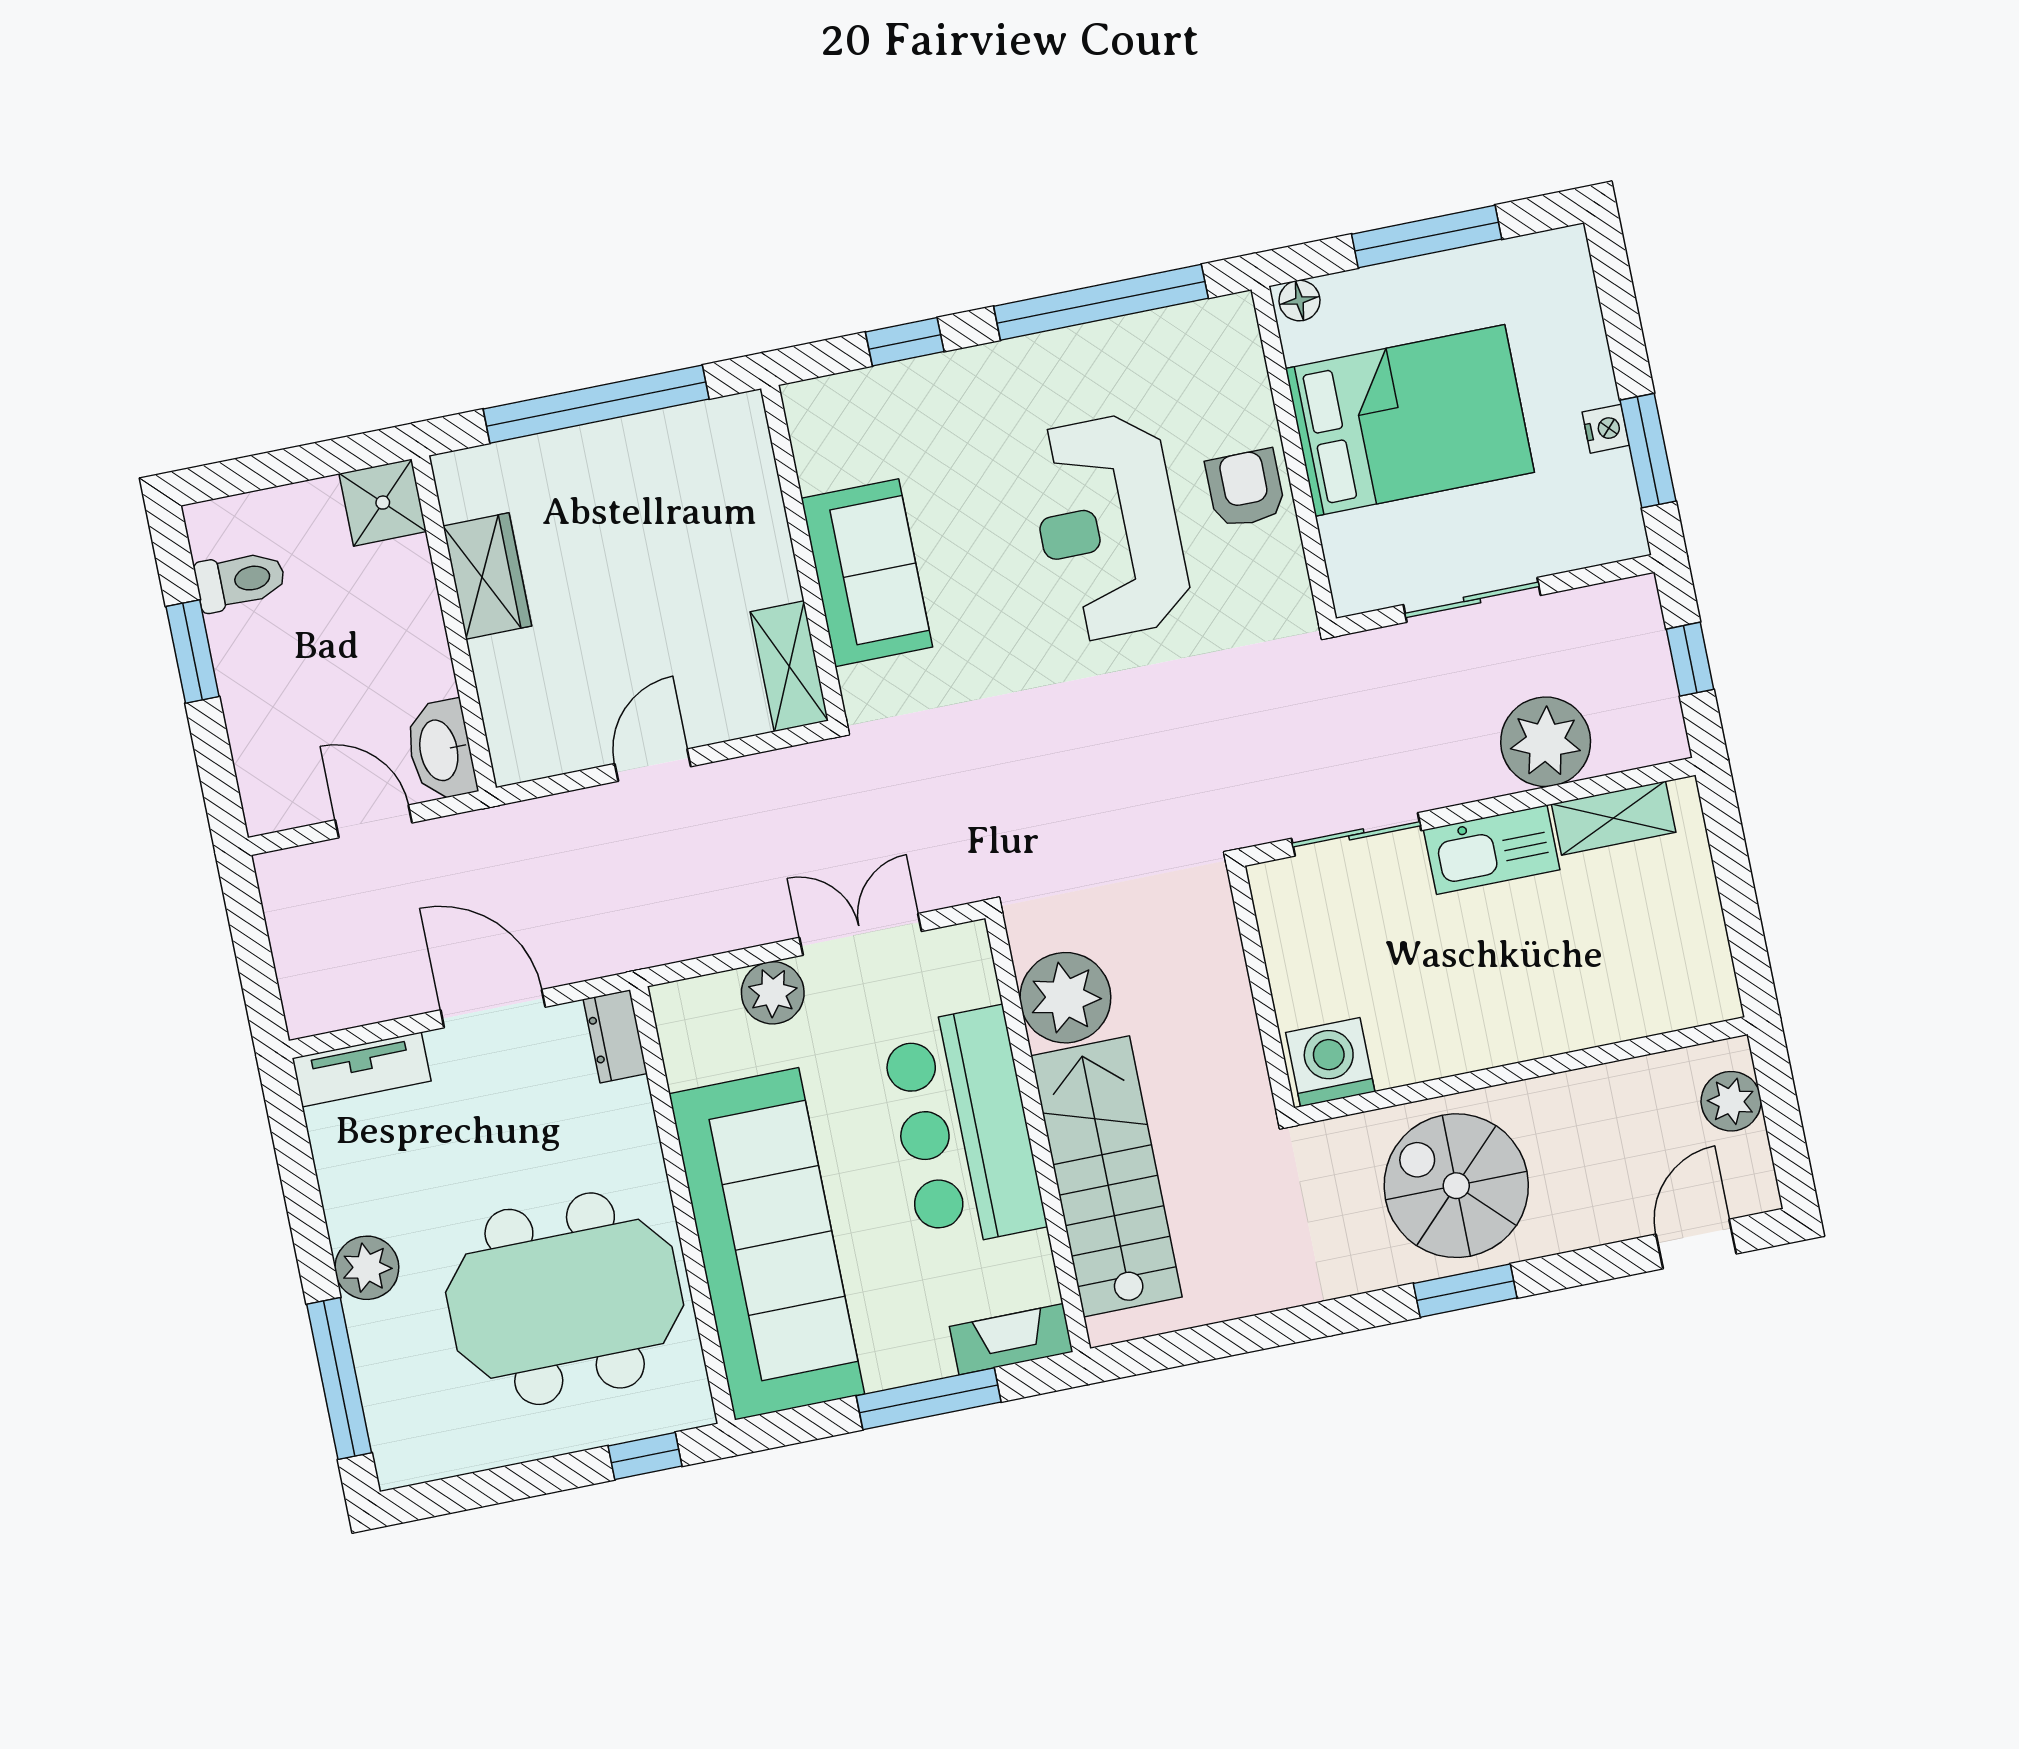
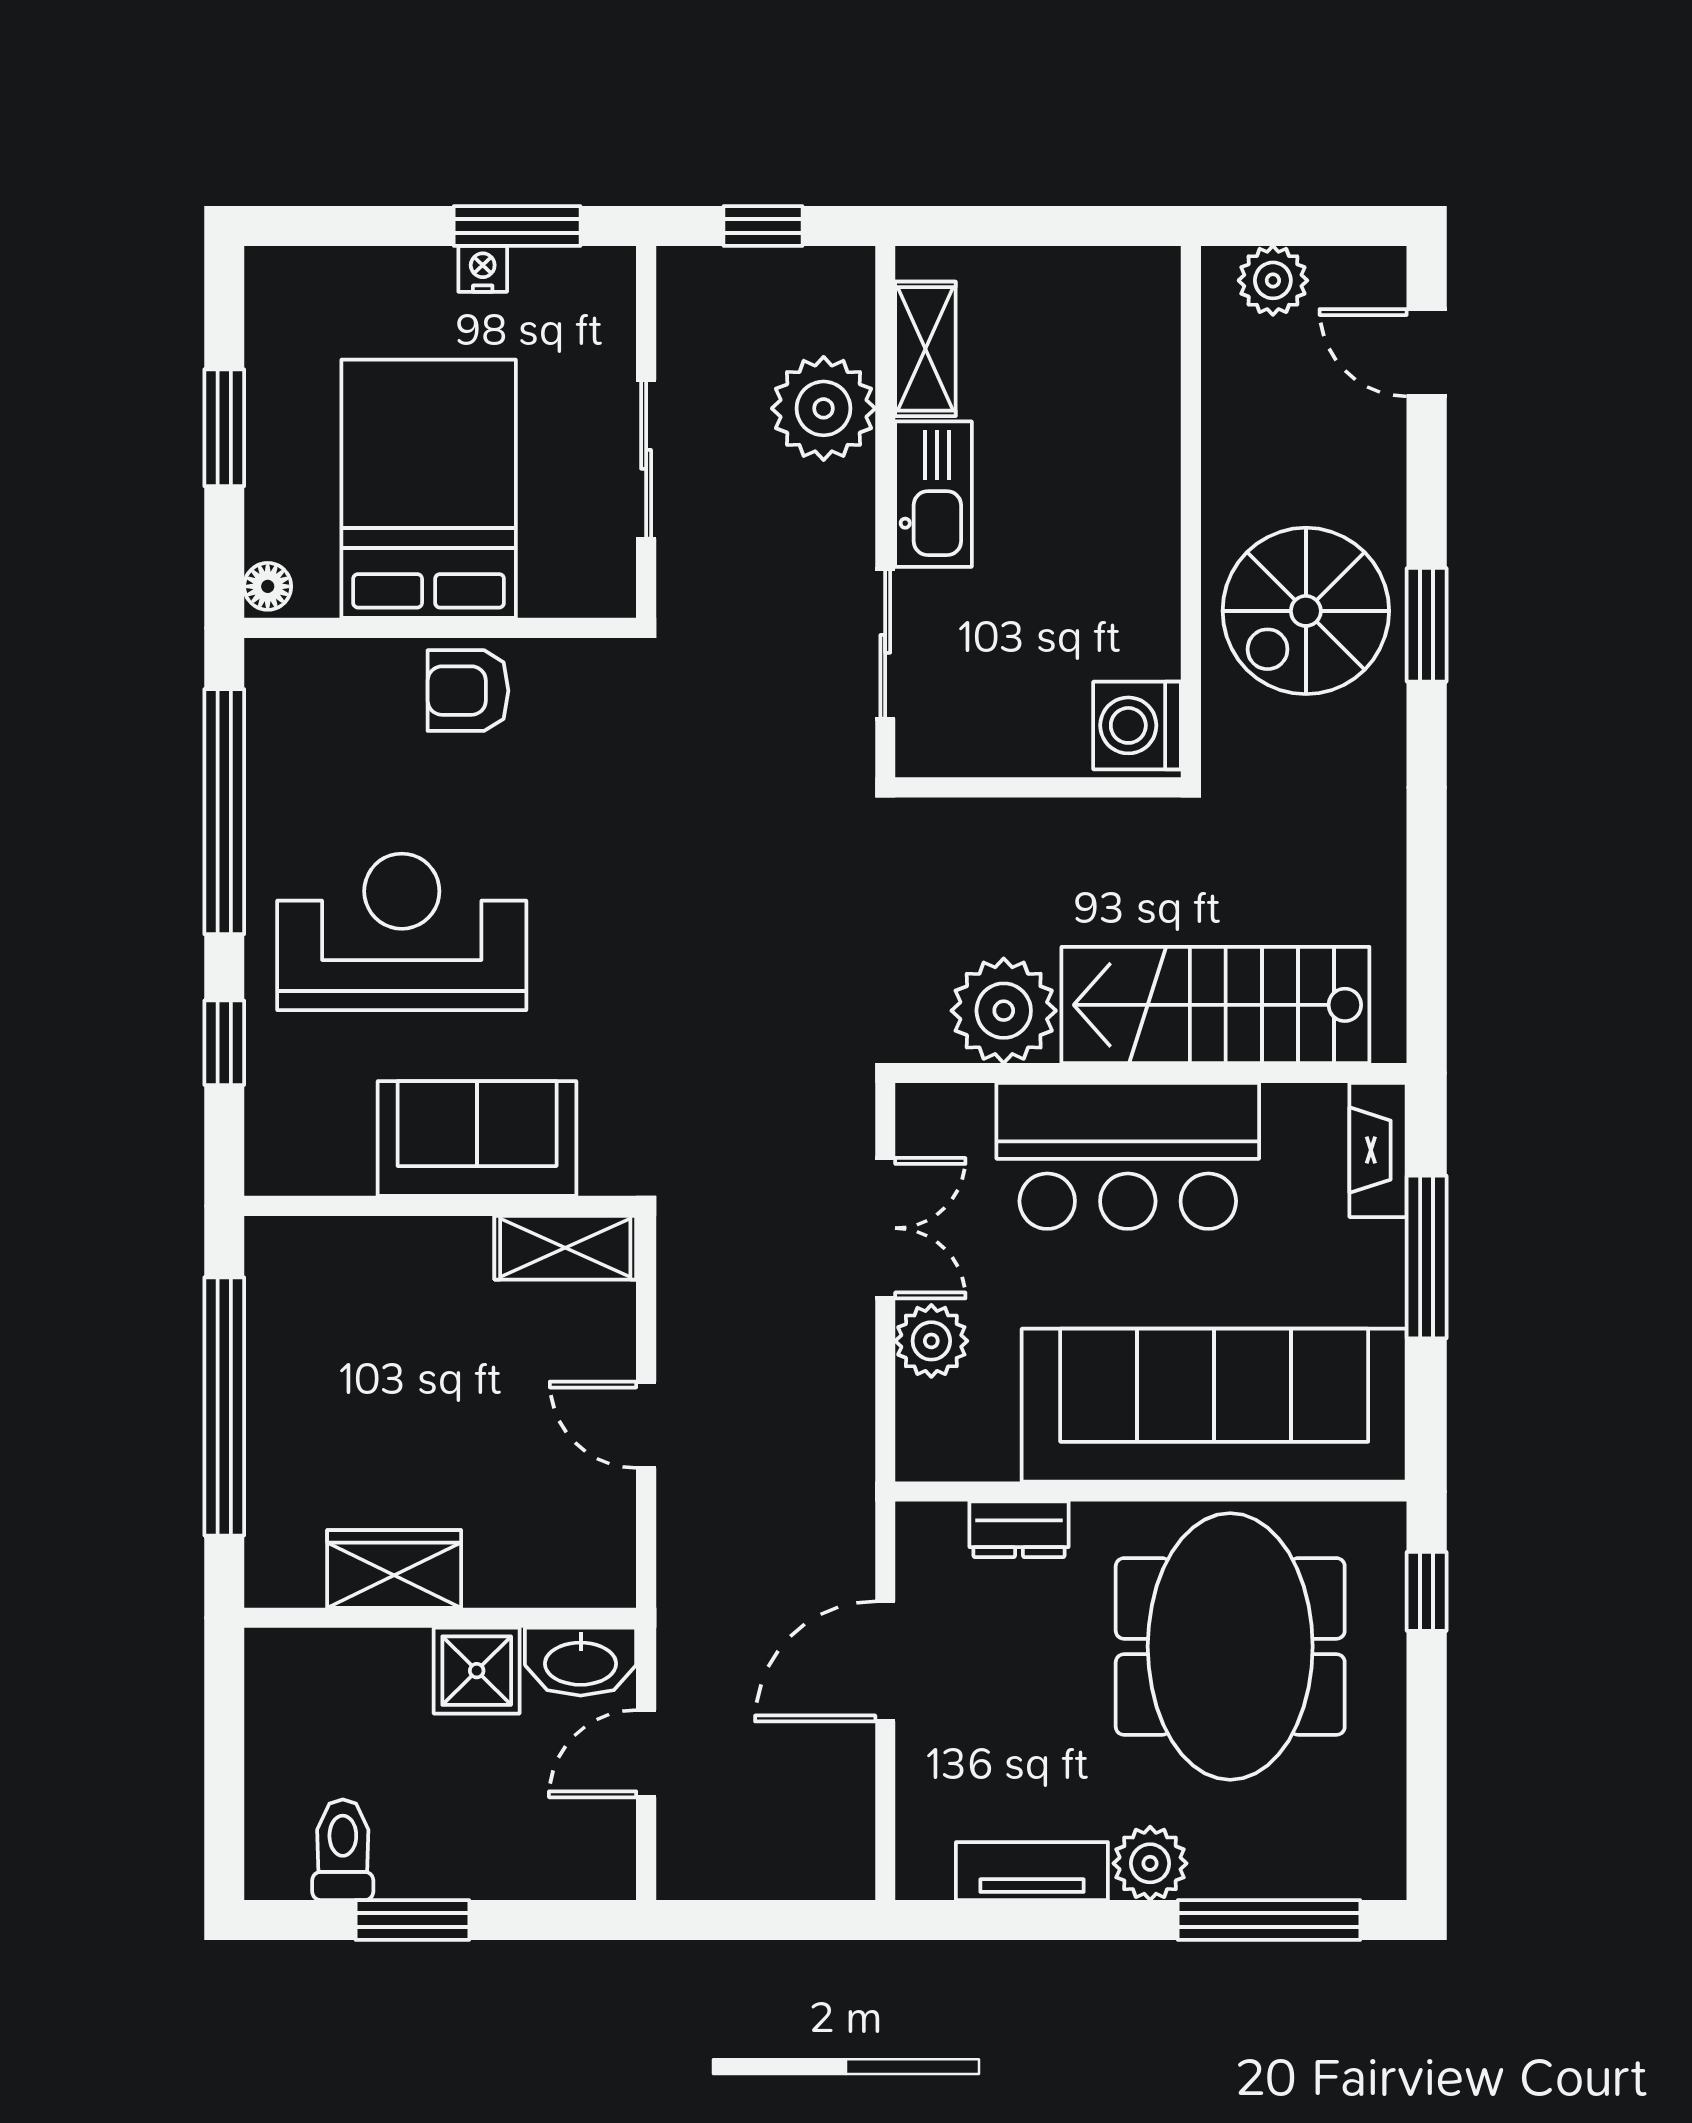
window: (1427, 237) -> (224, 428), width x0.69
shower: (383, 503) -> (477, 1671), moved
reception desk: (1109, 527) -> (402, 932), moved, turned 180
double door: (861, 934) -> (885, 1228), swing flipped
dresser: (615, 1036) -> (1019, 1529), moved
tv unit: (362, 1069) -> (1032, 1871), moved, turned -90

